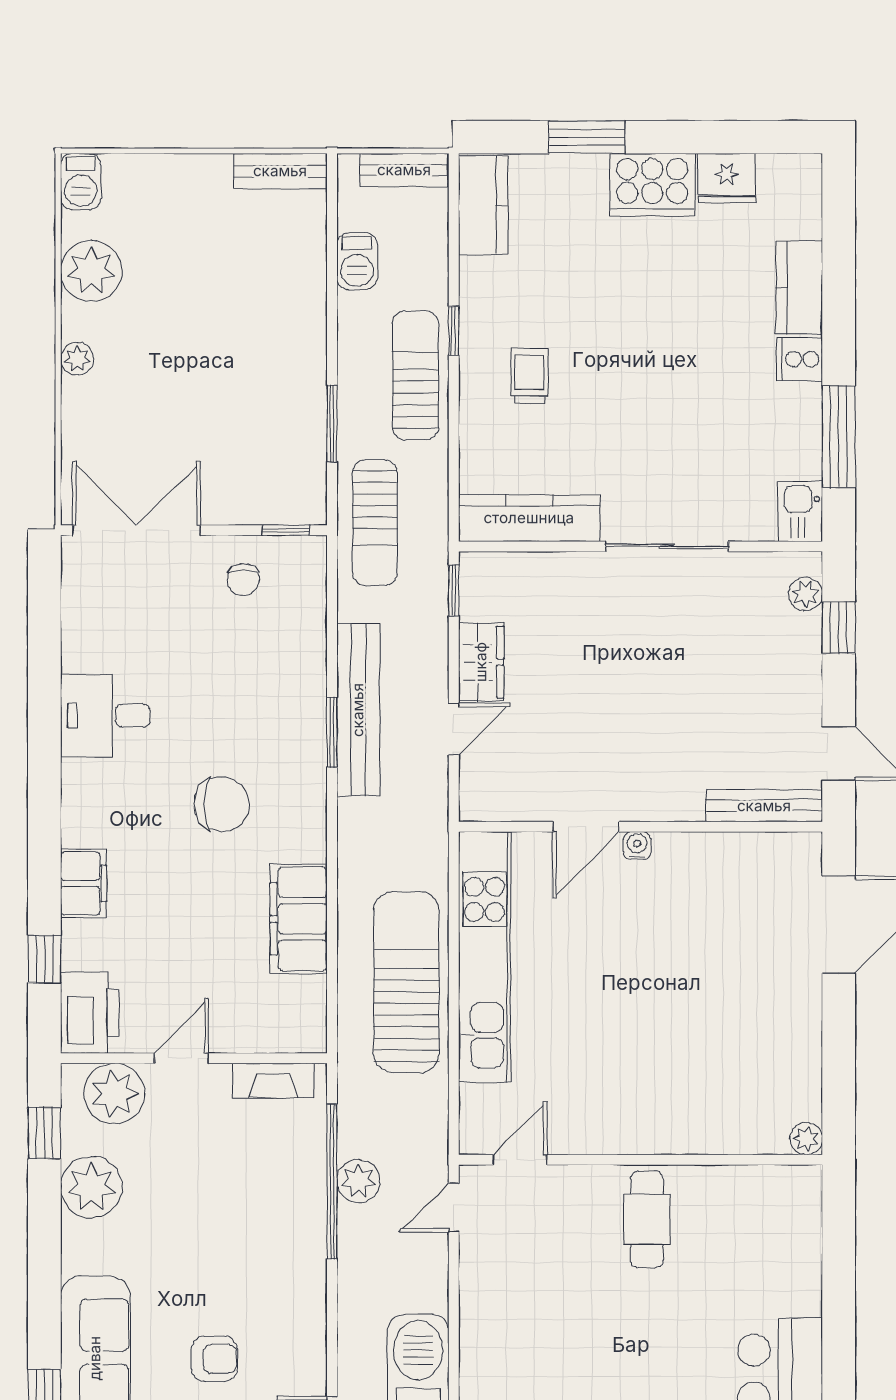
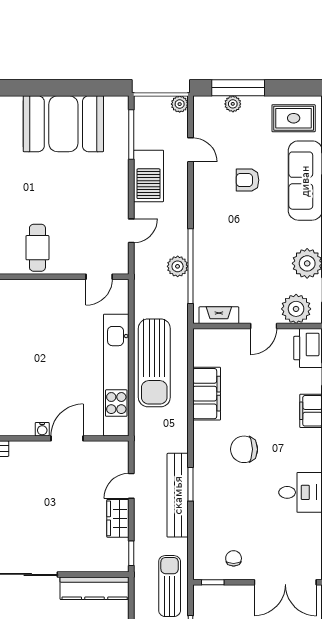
door: (454, 1208) -> (131, 231), moved

